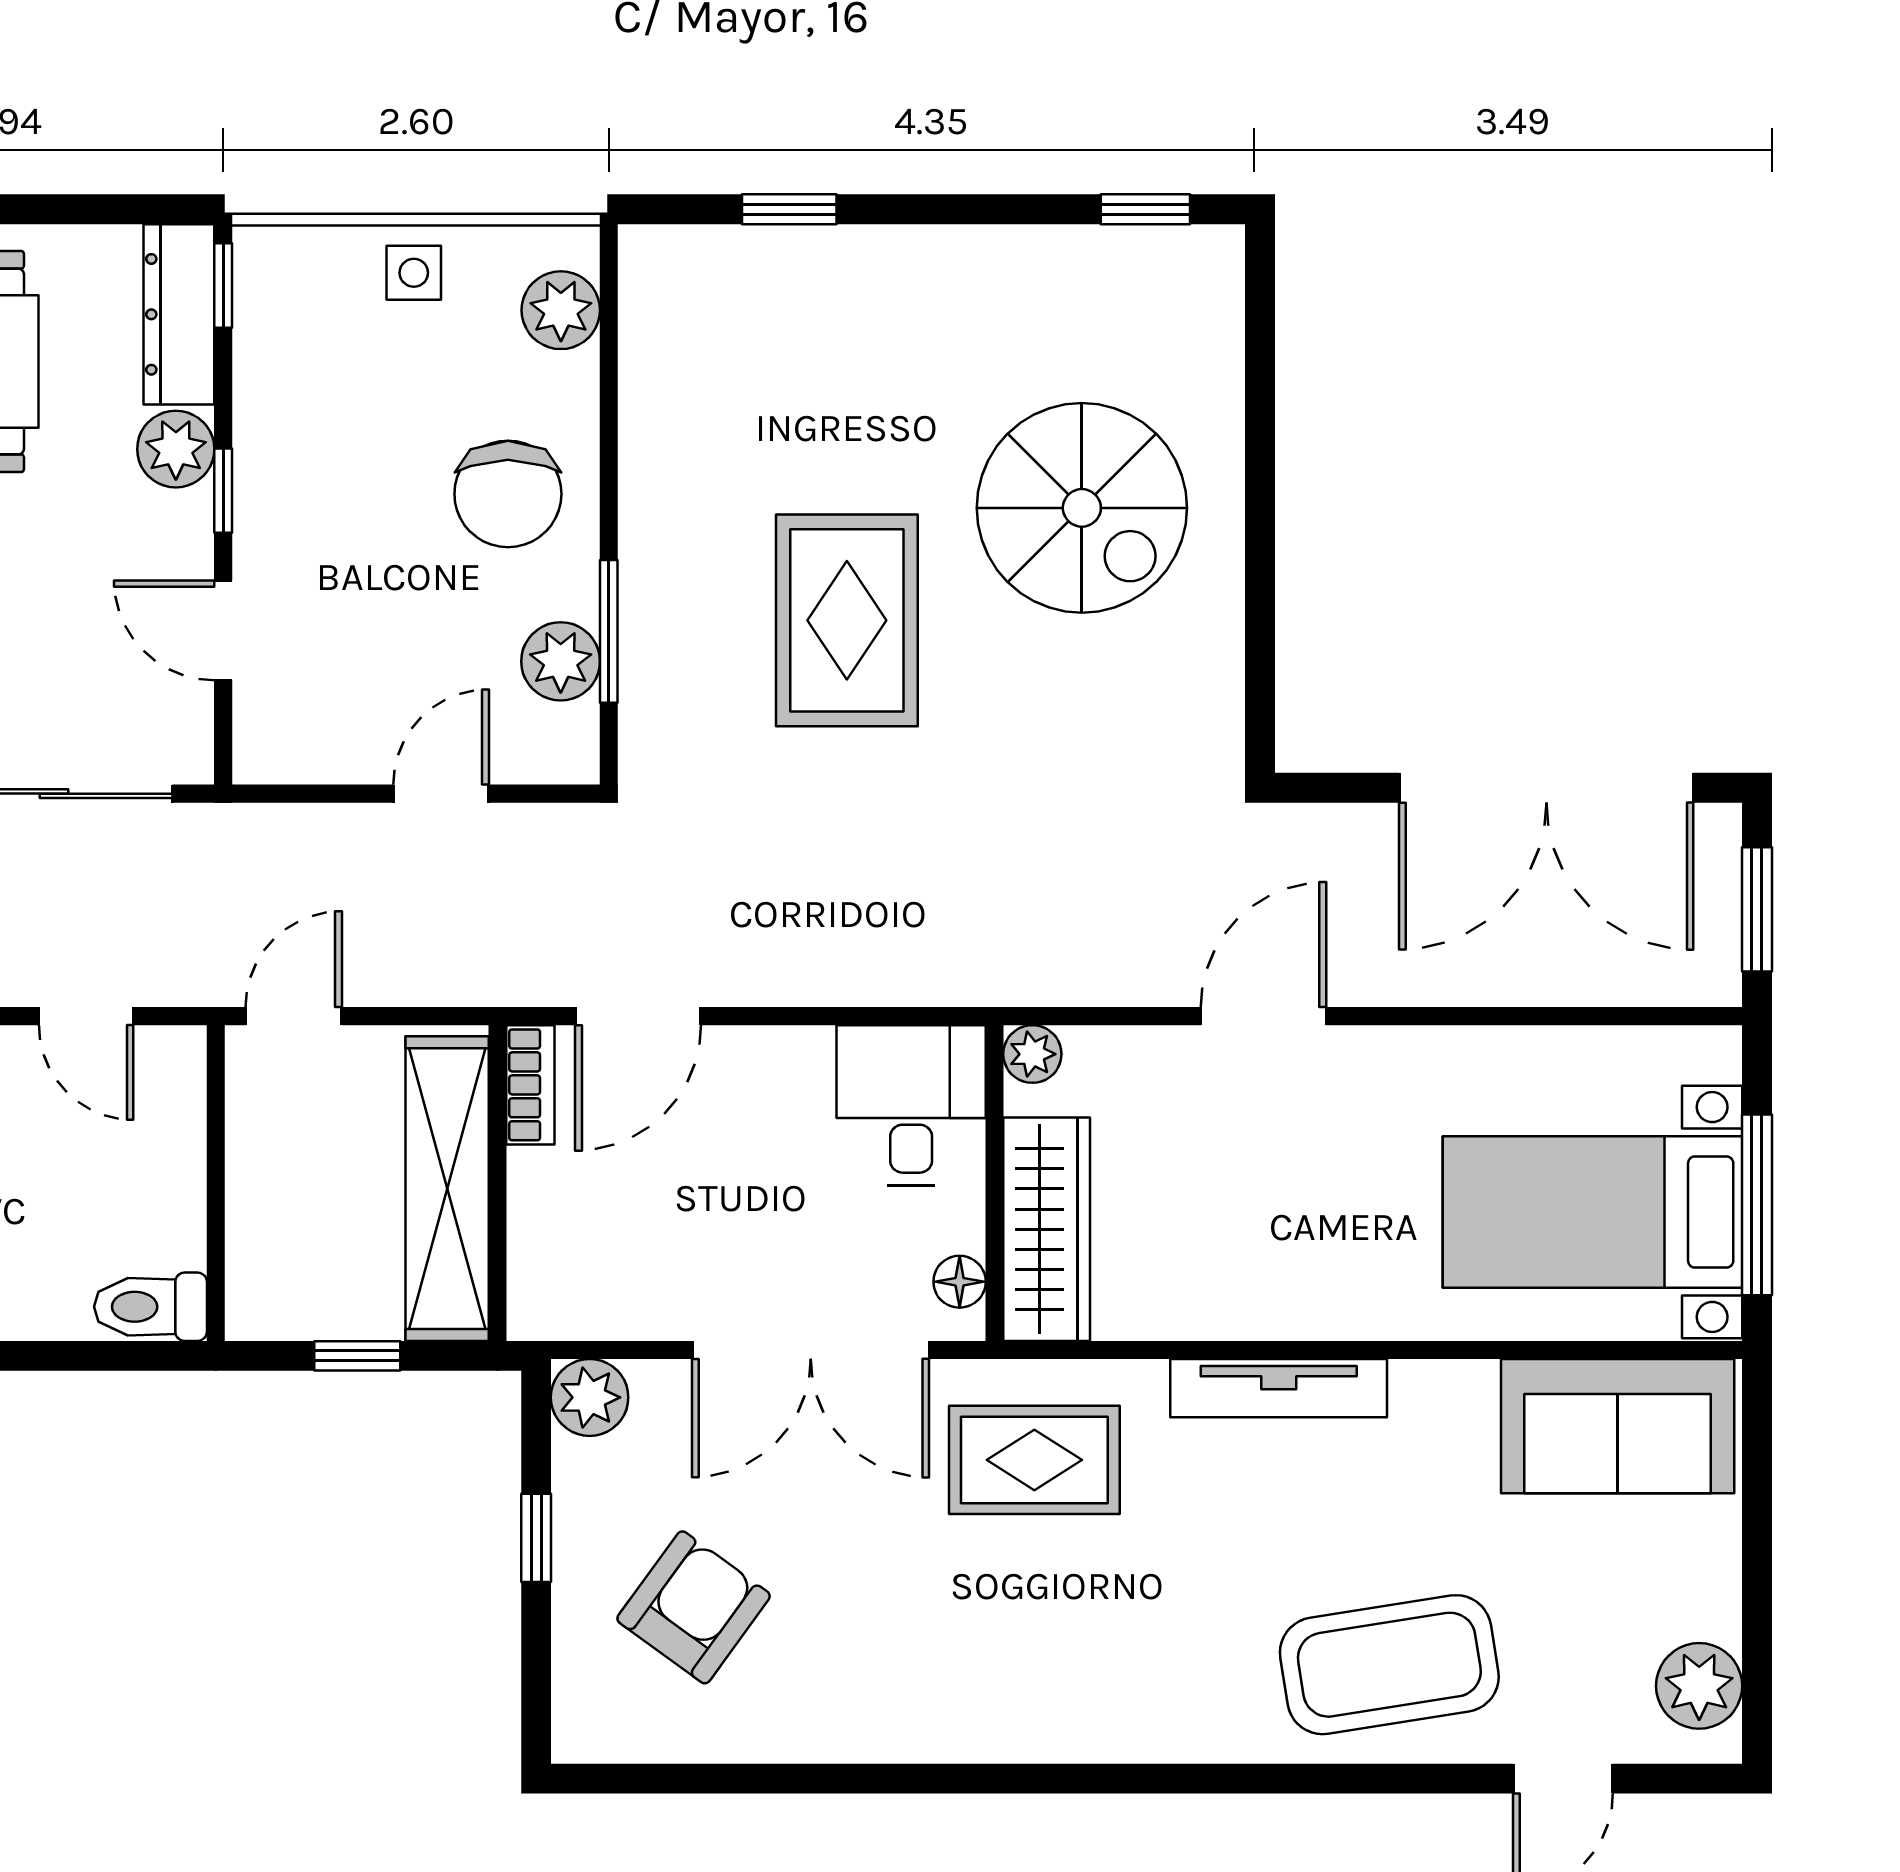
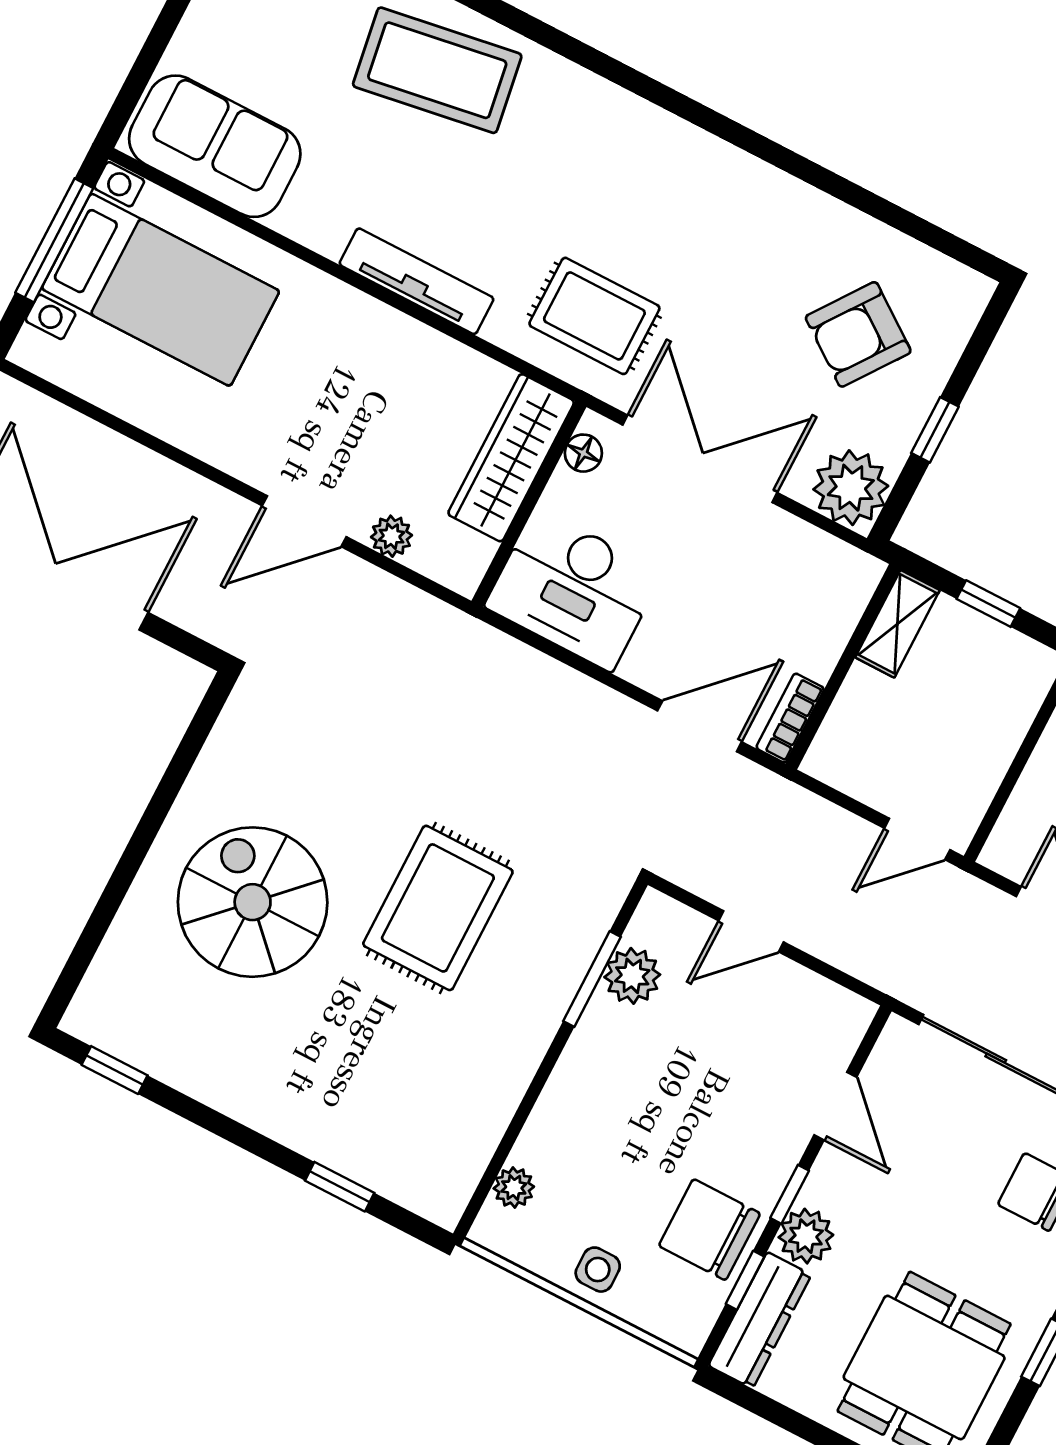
window: (223, 286) -> (745, 1280), moved
plant: (561, 310) -> (514, 1187), width x0.73, depth x0.73
chair: (508, 494) -> (709, 1230), moved, turned -90
plant: (1032, 1054) -> (391, 536), moved
desk: (911, 1105) -> (574, 589), width x1.37
shelving: (447, 1189) -> (897, 624), width x0.45, depth x0.75
plant: (590, 1397) -> (851, 488), width x1.36, depth x1.36

